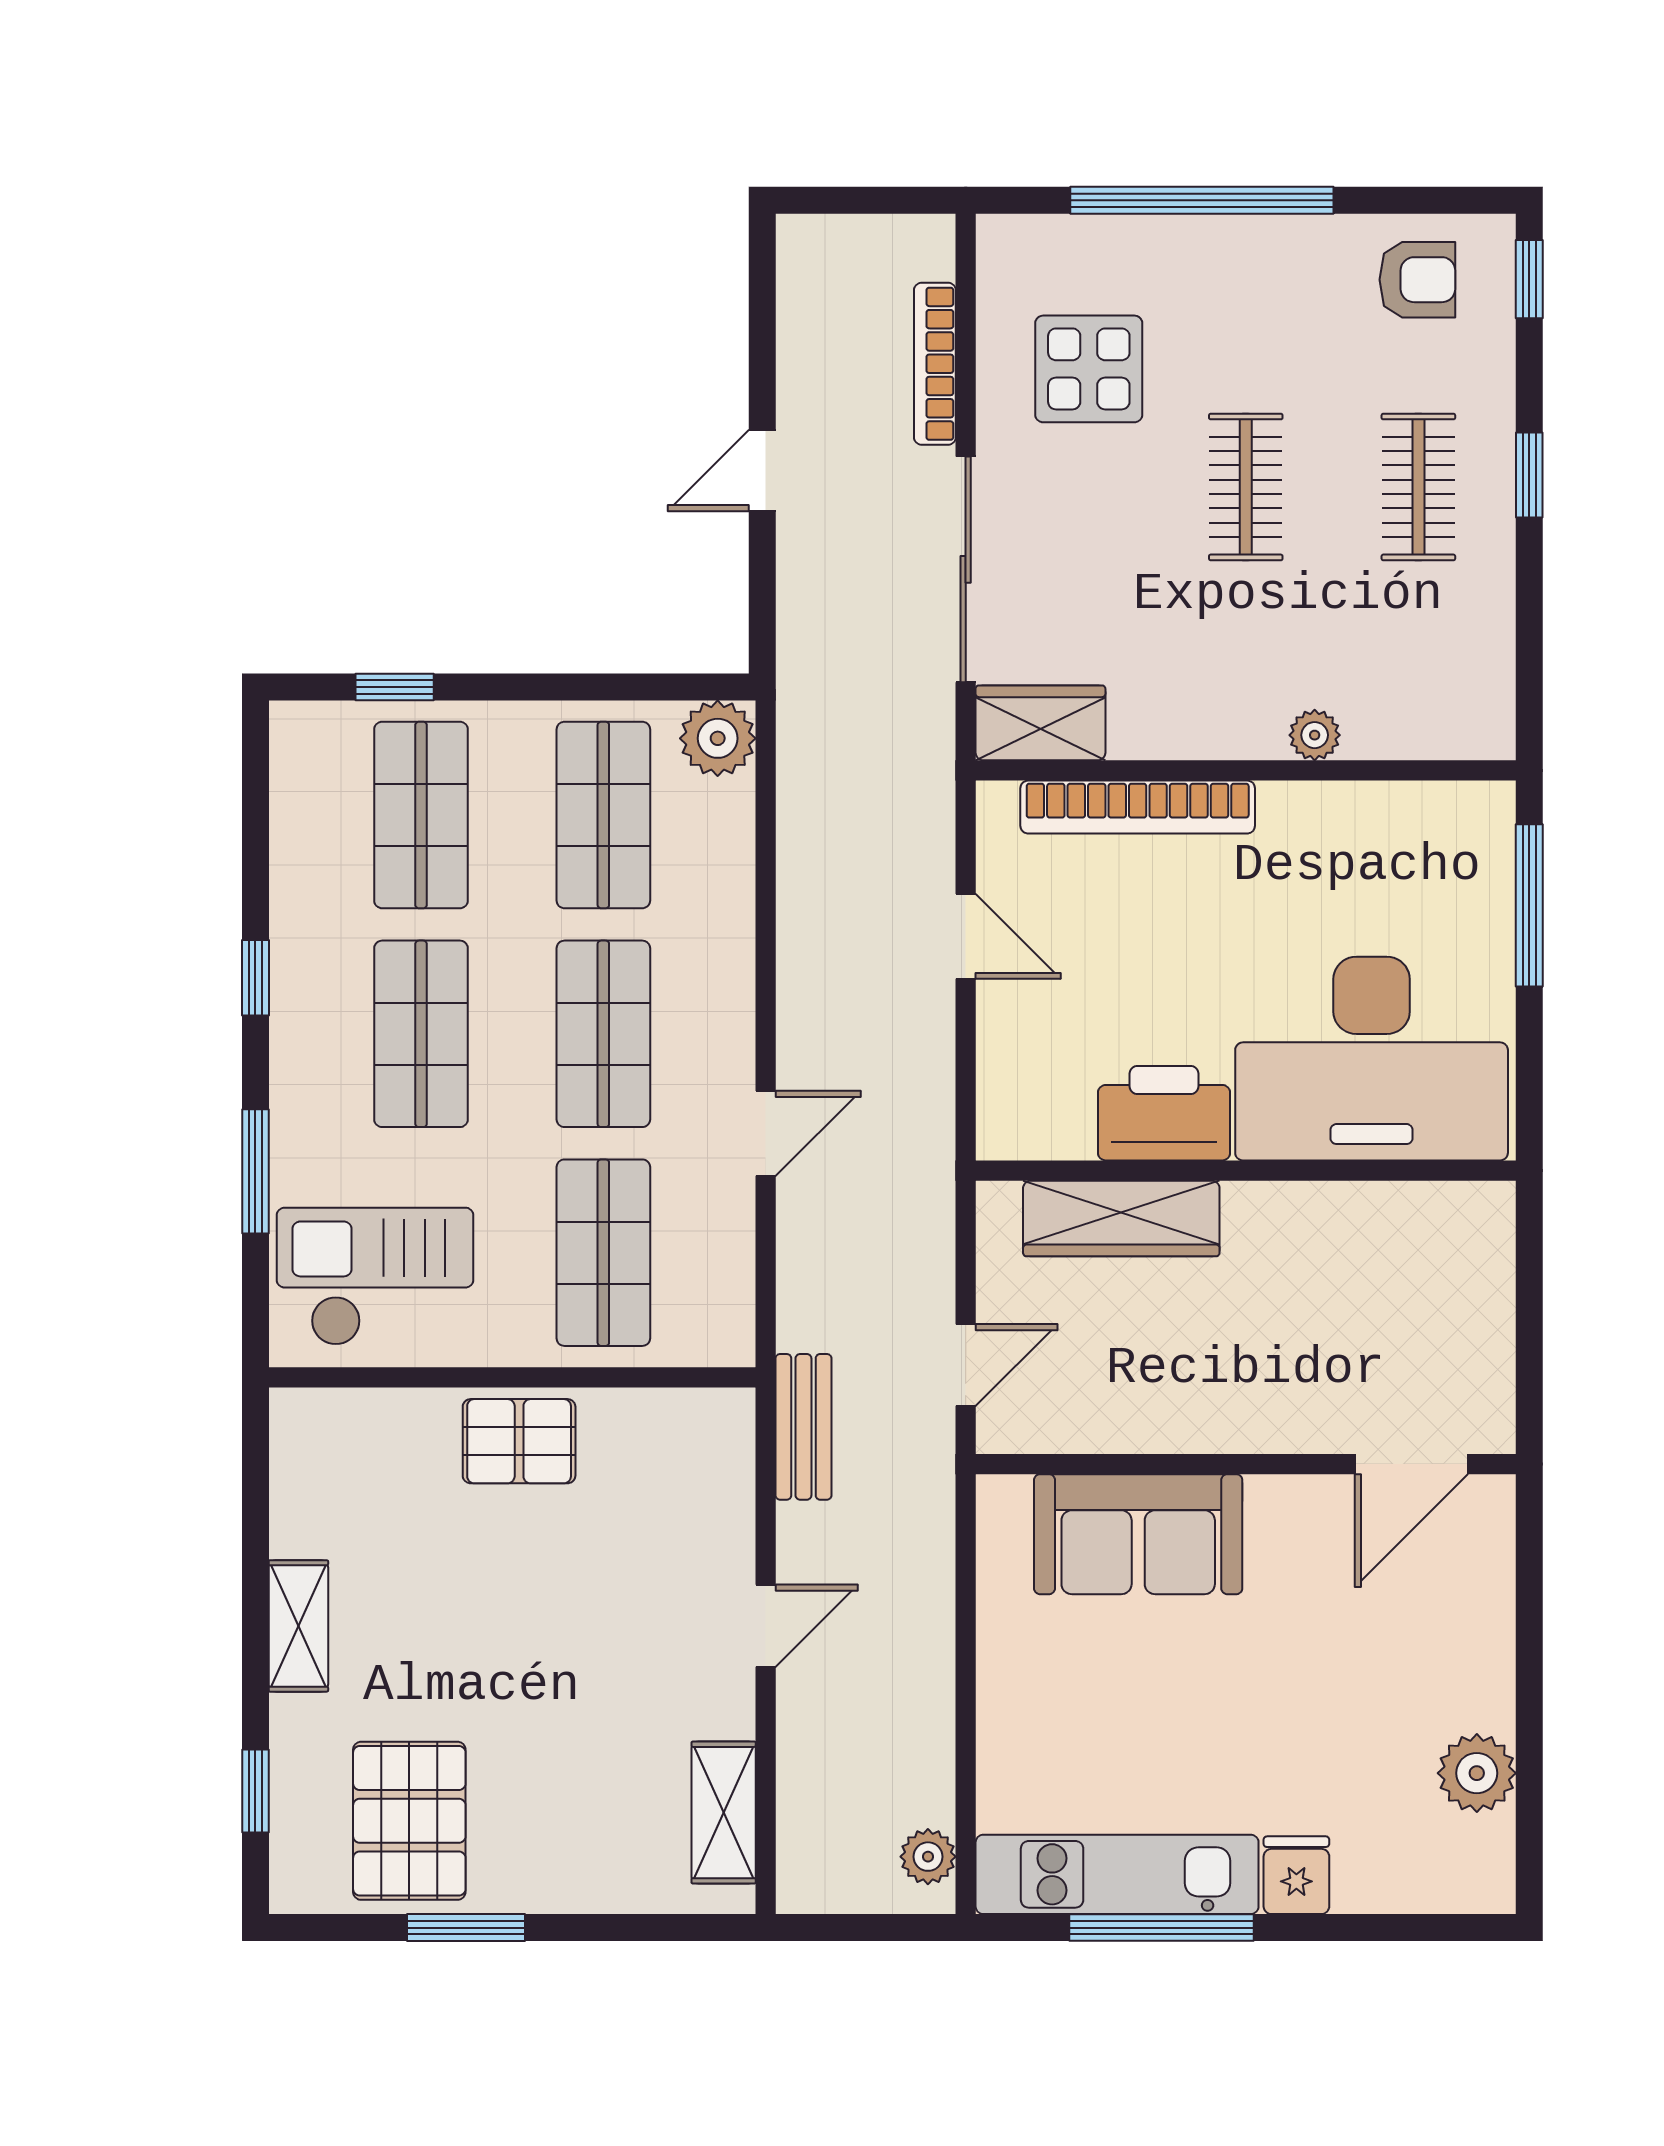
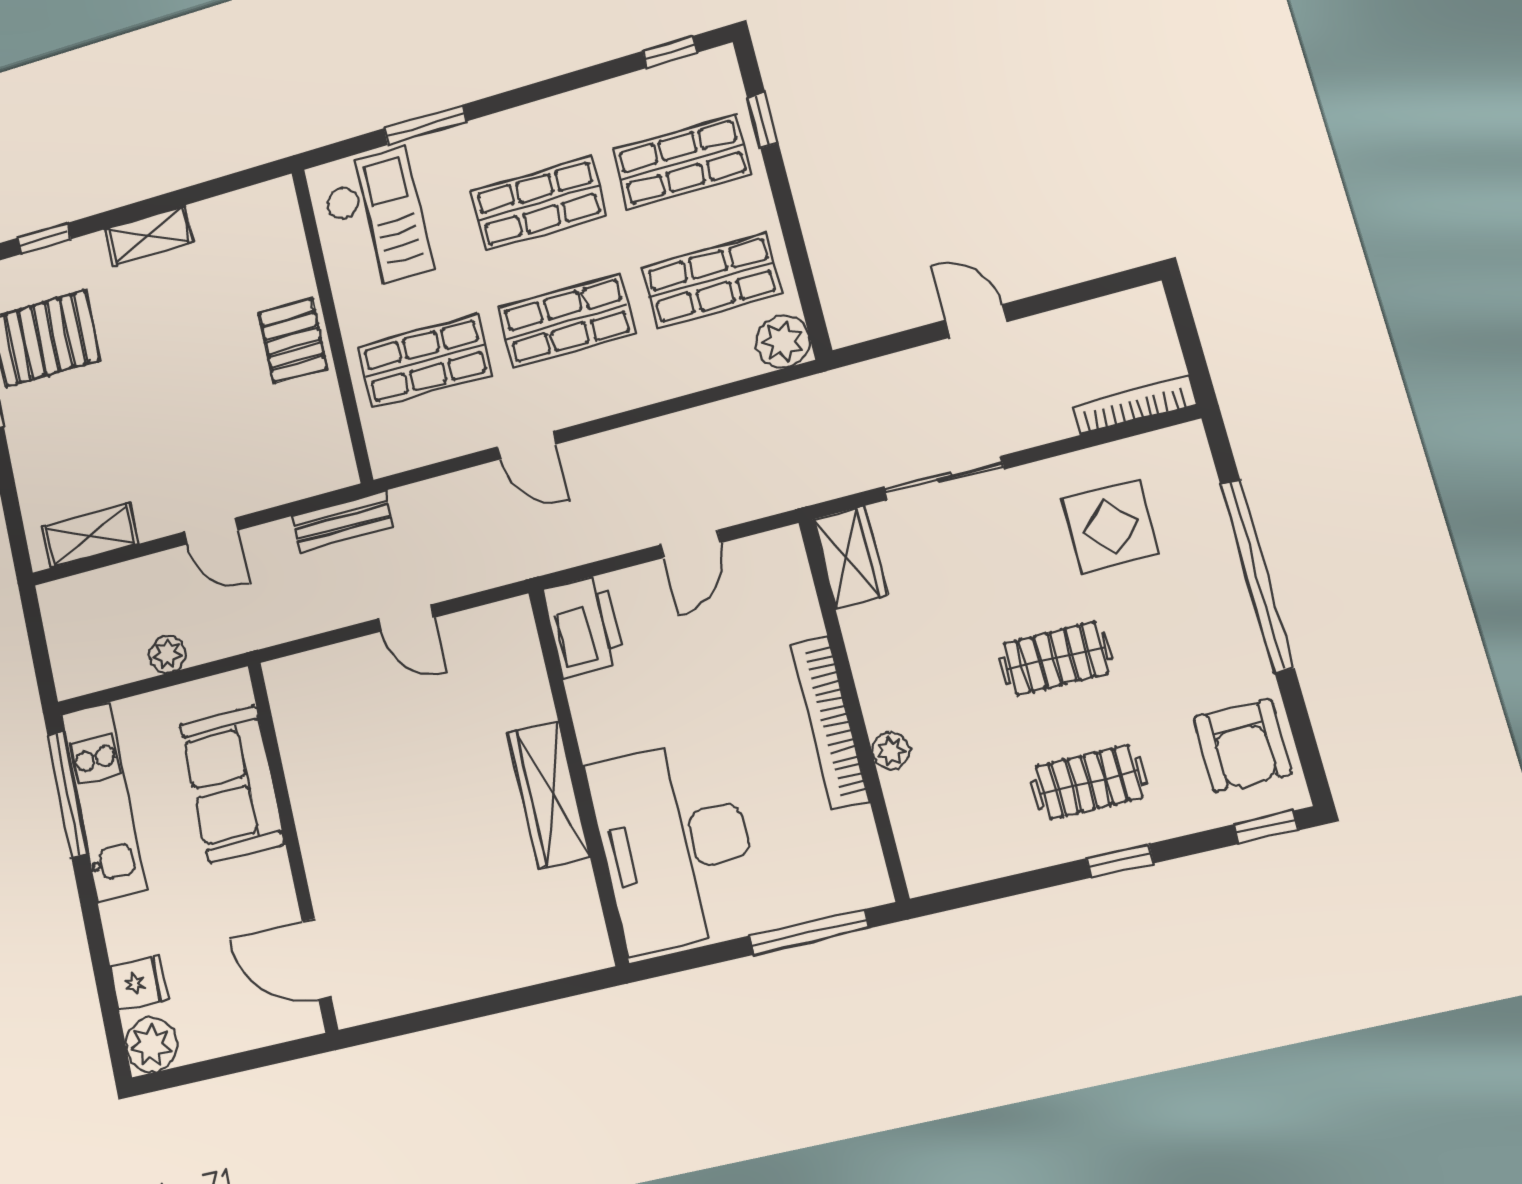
armchair: (1417, 280) -> (1242, 745), width x1.38, depth x1.38
bookcase: (935, 364) -> (1134, 405), moved
sliding door: (966, 569) -> (944, 478), width x0.73
bookcase: (1138, 807) -> (830, 722), moved
window: (255, 978) -> (669, 52), moved
printer: (1164, 1113) -> (584, 626), moved
wardrobe: (1121, 1219) -> (548, 794), moved
wall: (1246, 1464) -> (293, 846), moved
door: (1411, 1464) -> (317, 959), moved
sofa: (1138, 1534) -> (232, 784), moved
plant: (1477, 1773) -> (151, 1045), moved
plant: (928, 1857) -> (168, 654), moved
fridge: (1296, 1875) -> (139, 983), moved
window: (1161, 1928) -> (68, 794), moved

